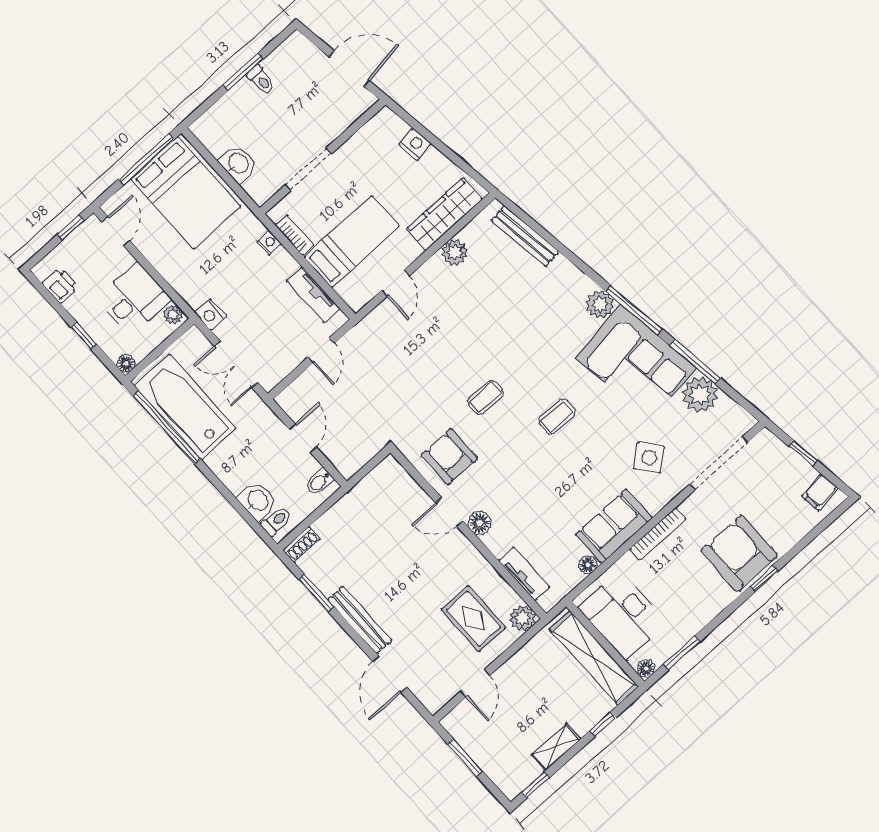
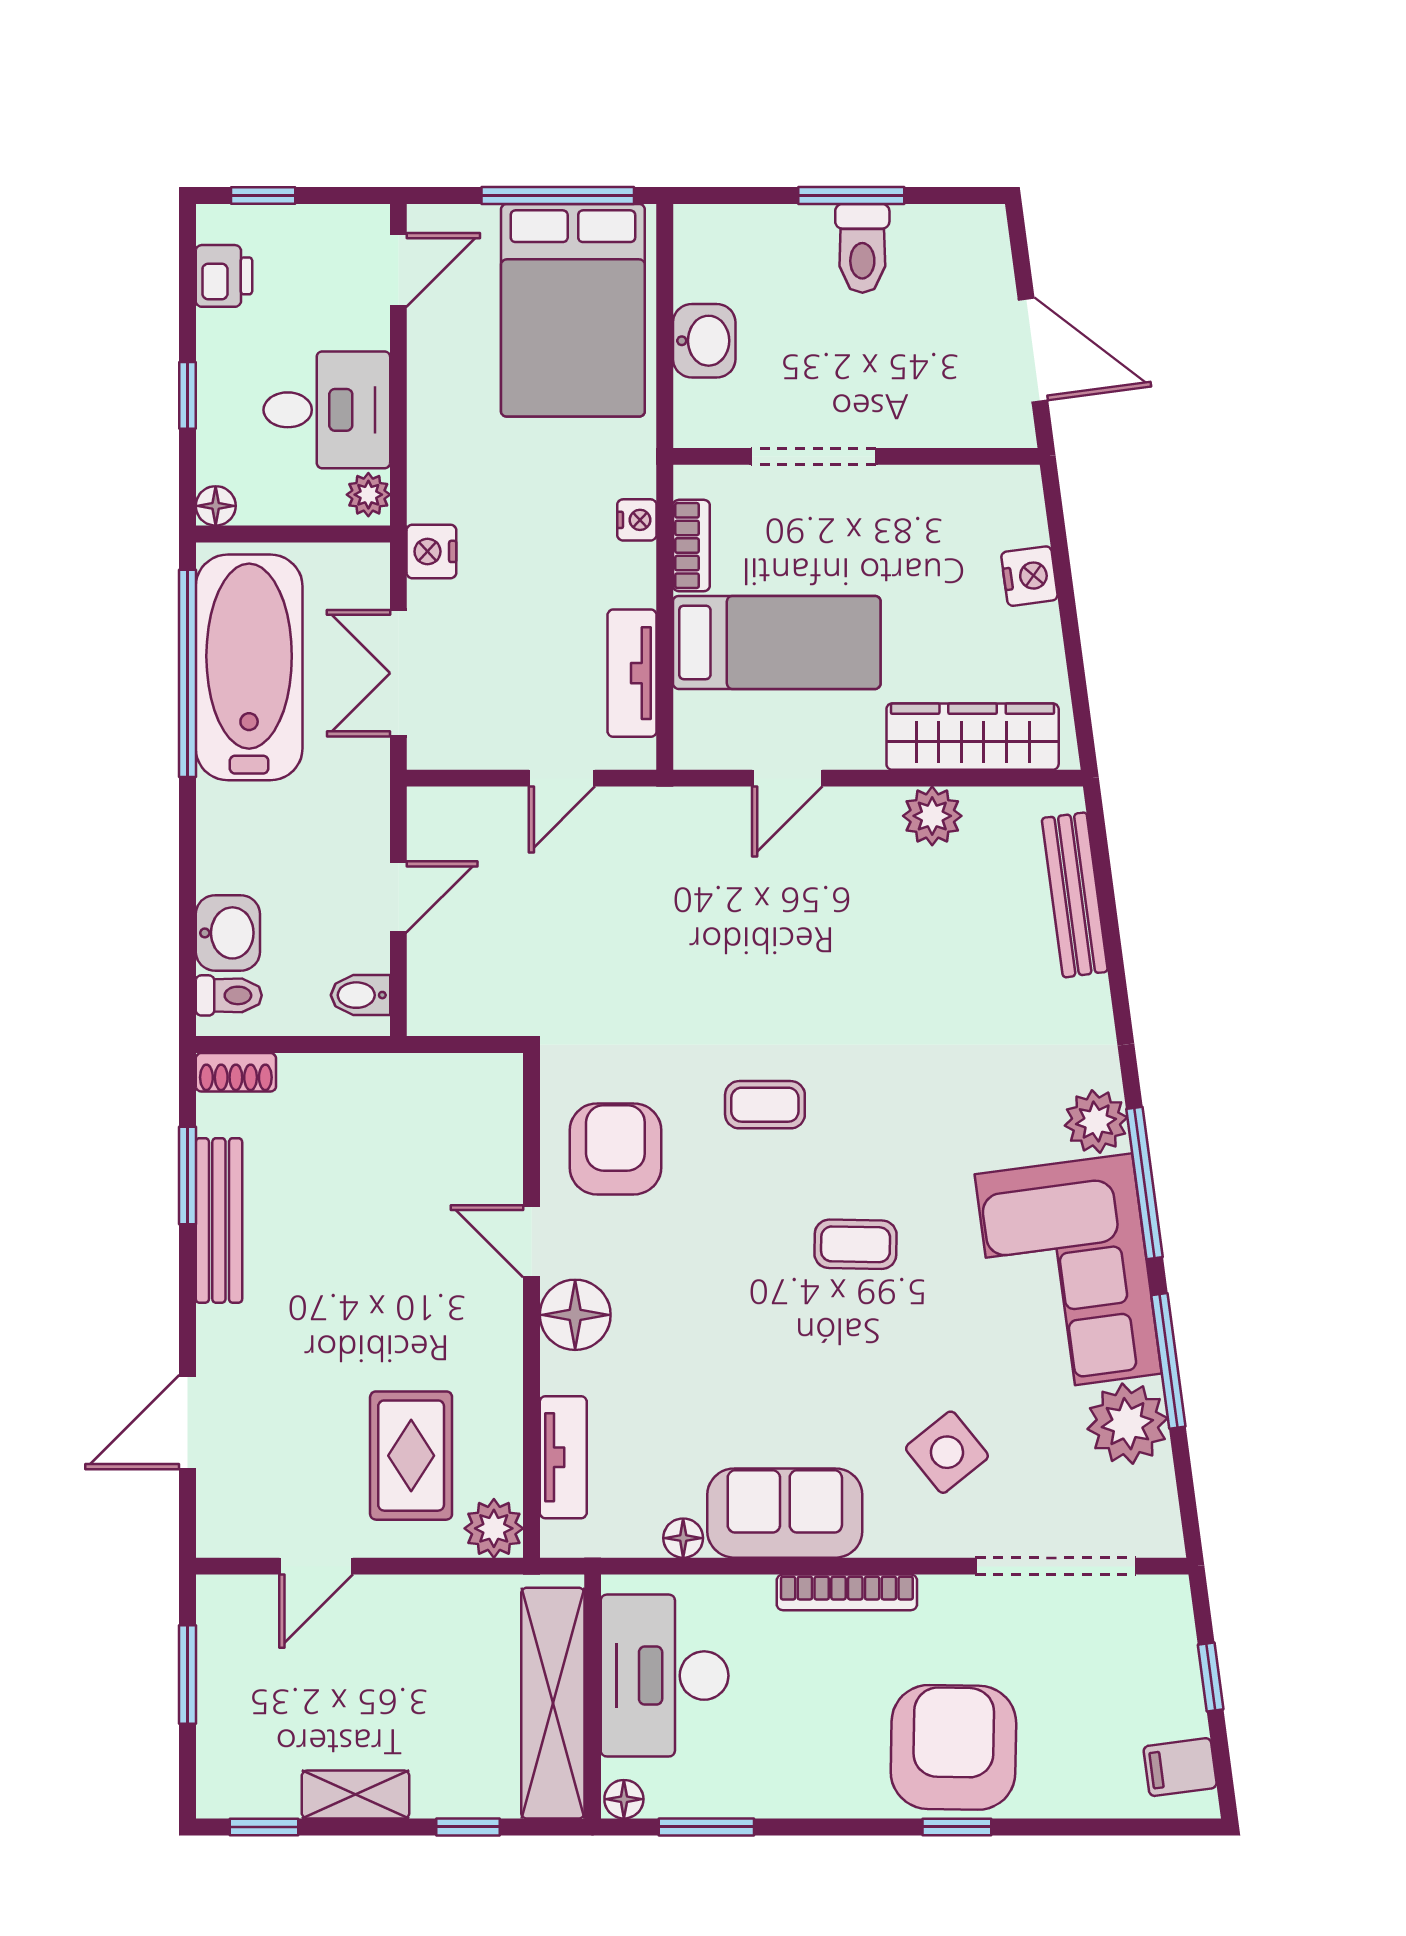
toilet: (261, 80) -> (862, 248), width x1.37, depth x1.39
window: (71, 227) -> (263, 196), moved
floor lamp: (480, 523) -> (575, 1315), width x1.38, depth x1.38
bench: (360, 620) -> (219, 1220), moved

